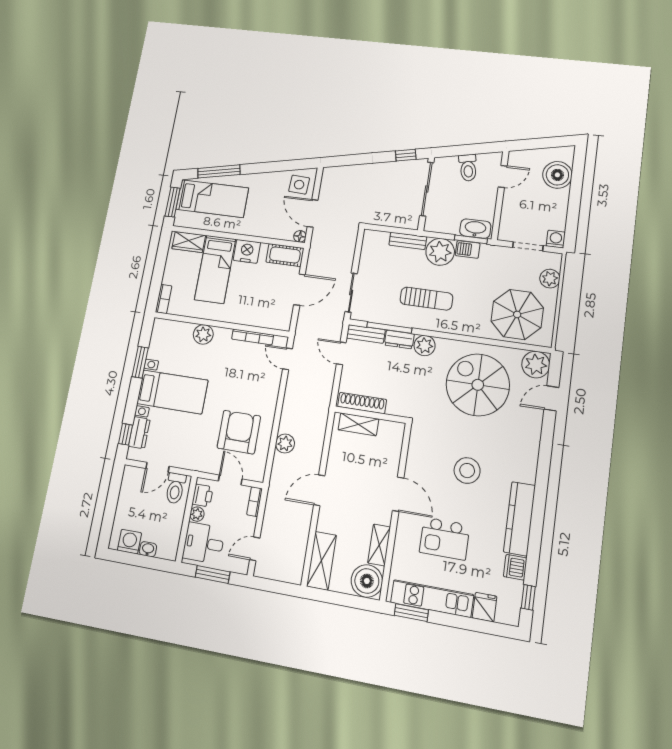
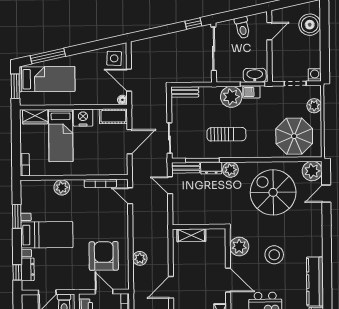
bench: (408, 241) -> (185, 92), moved
shoe rack: (362, 403) -> (191, 219), removed
plant: (421, 451) -> (239, 246), added

